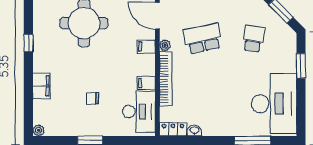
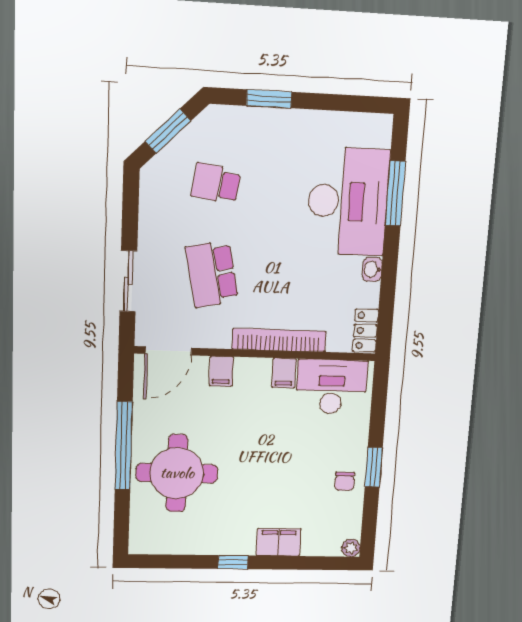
window: (28, 43) -> (233, 562), moved
plant: (165, 45) -> (221, 339), removed
chair: (92, 98) -> (345, 481), moved
desk: (274, 104) -> (348, 201), moved, turned 90
washbasin: (195, 130) -> (372, 269), moved

